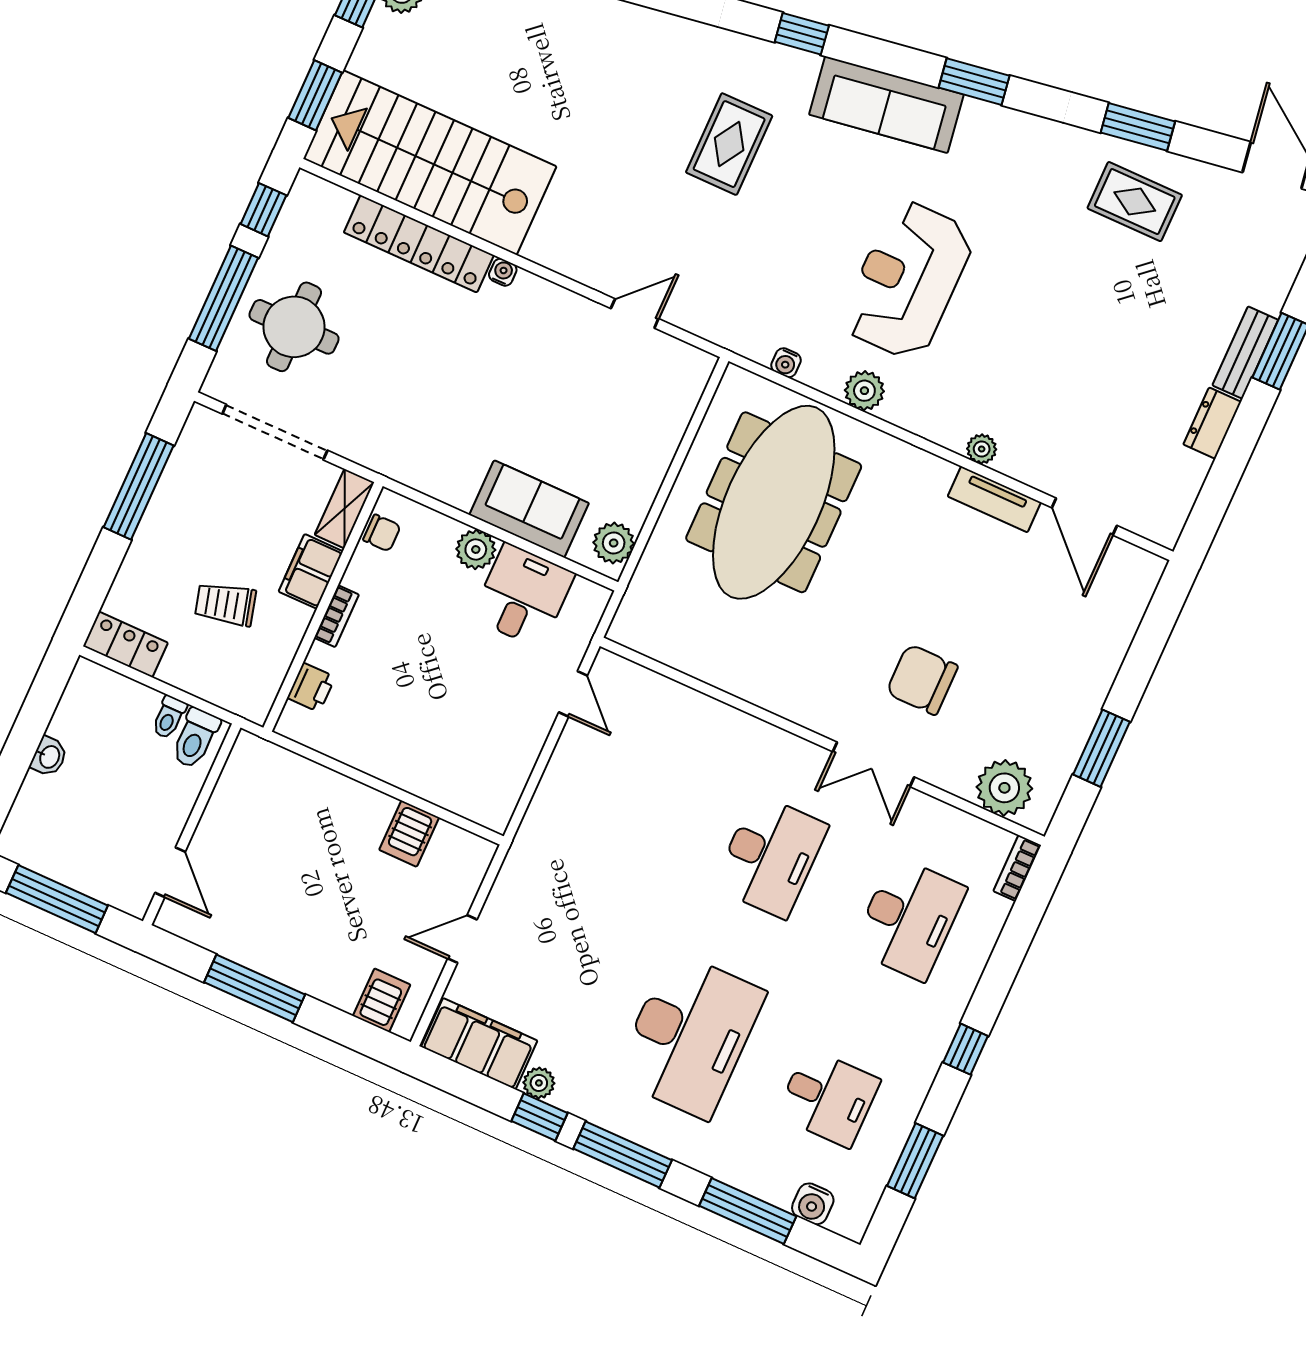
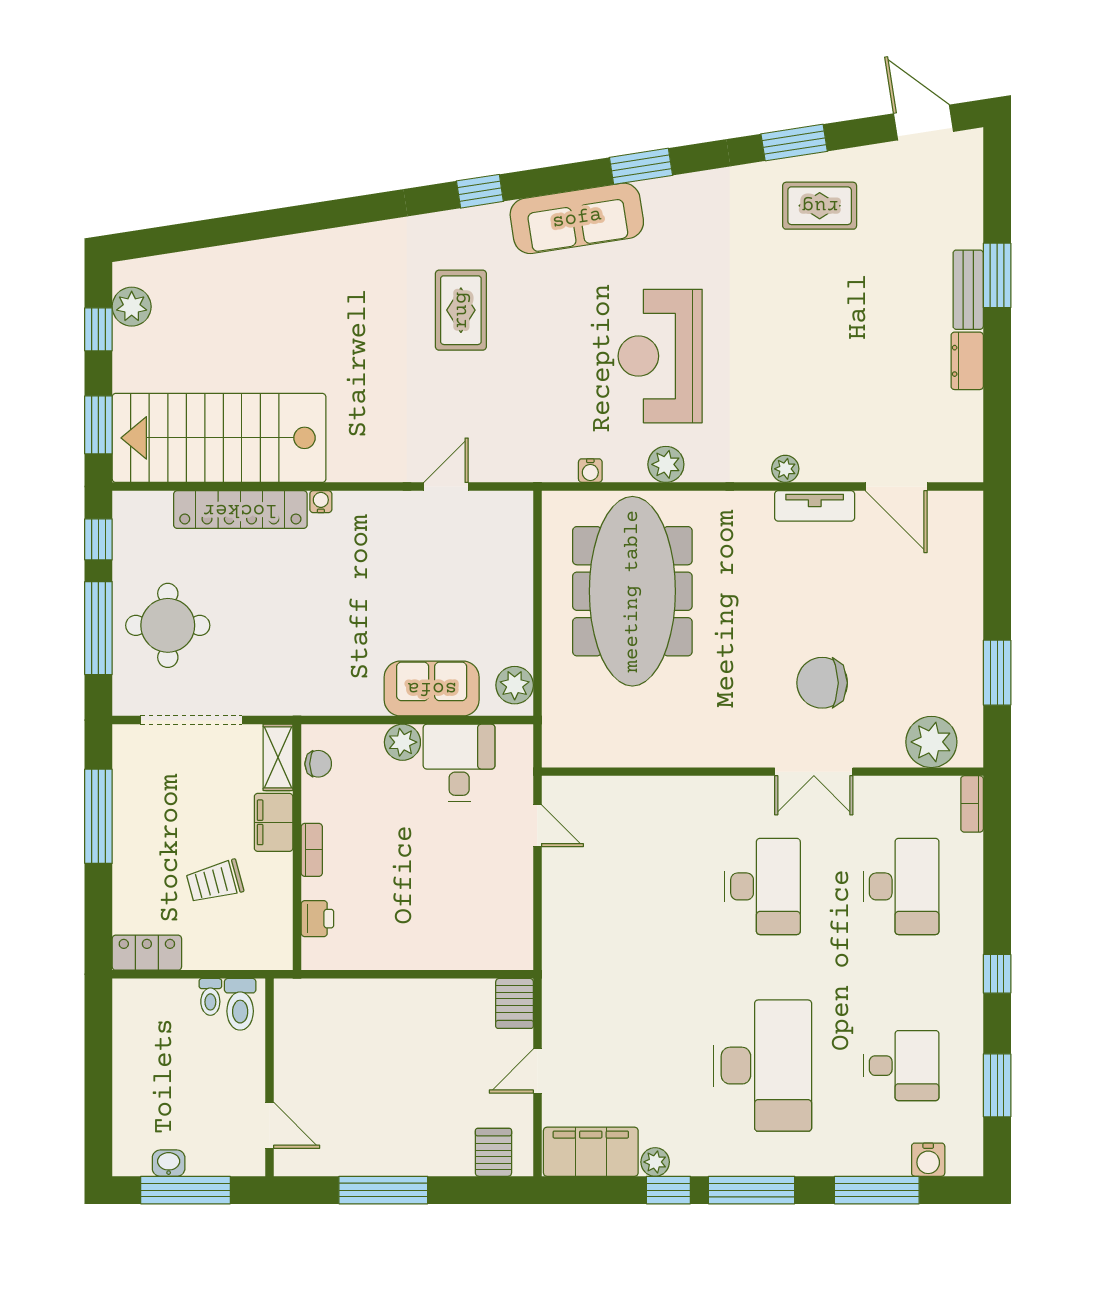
washbasin: (49, 757) -> (169, 1163), moved, turned -90
server rack: (409, 834) -> (515, 1003), moved

